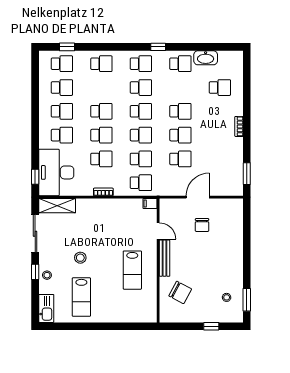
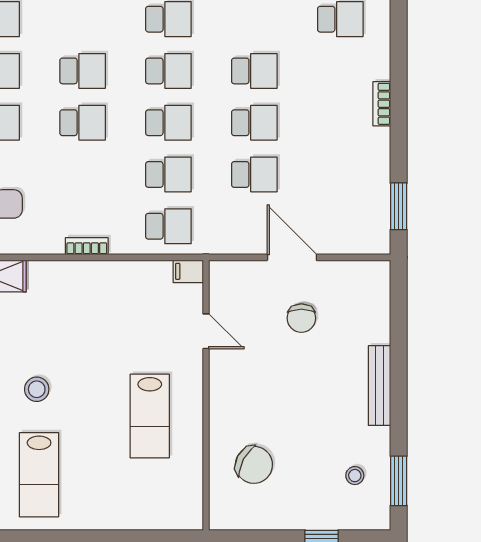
school desk: (101, 159) -> (83, 174), removed
door: (198, 197) -> (292, 257), hinge flipped
bench: (164, 258) -> (379, 386), moved

